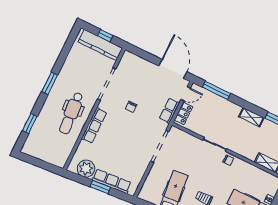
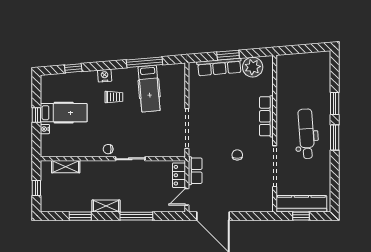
window: (216, 90) -> (136, 216), moved
dental chair: (71, 113) -> (306, 134), moved
window: (30, 123) -> (335, 104), moved

